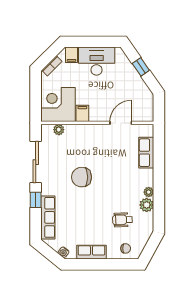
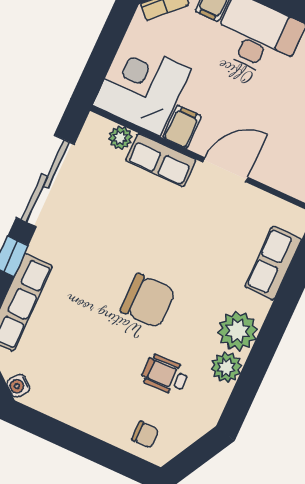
door: (121, 123) -> (225, 170), moved
chair: (82, 177) -> (148, 301), moved, turned 180
plant: (149, 192) -> (238, 331), width x1.88, depth x1.88
row of seats: (91, 252) -> (161, 160), moved, turned 180

